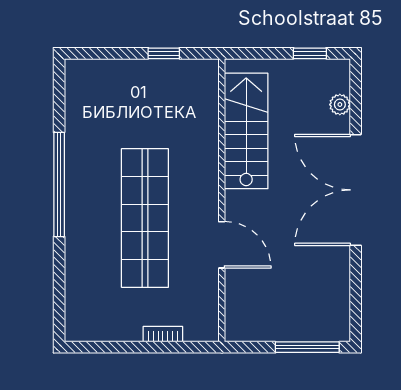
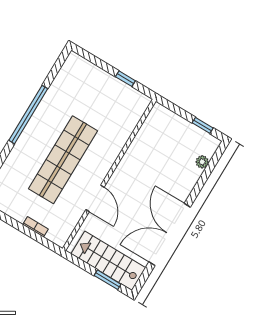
stairs: (246, 131) -> (108, 261), moved, turned -90
double door: (356, 190) -> (170, 235), moved
window: (307, 347) -> (108, 280), width x0.69

